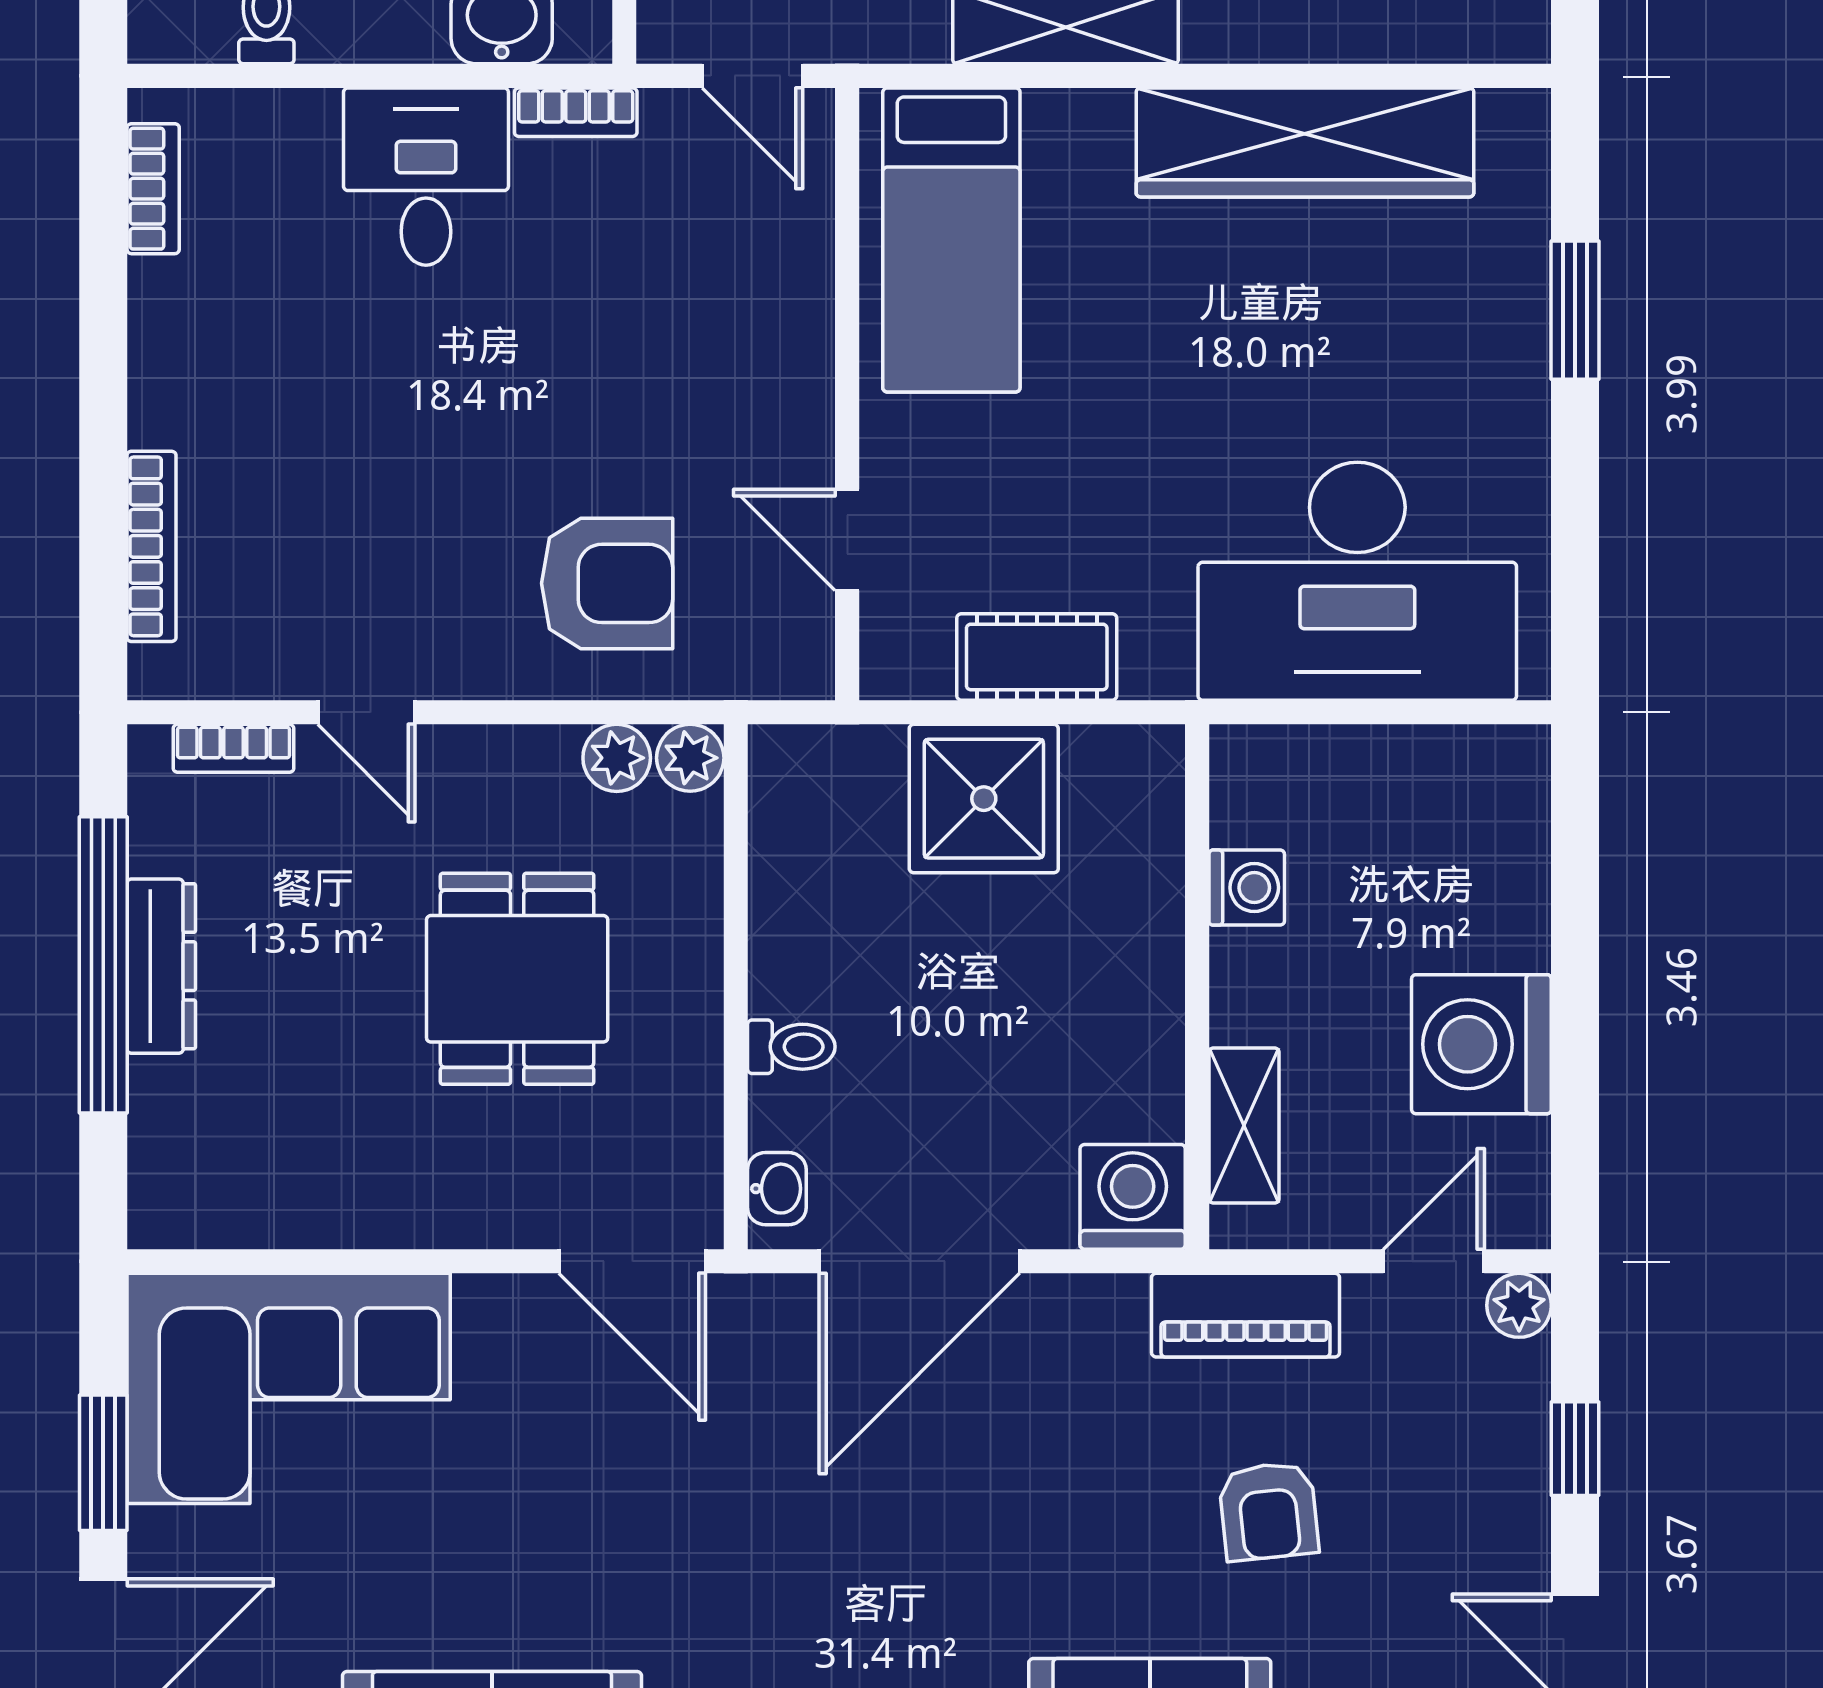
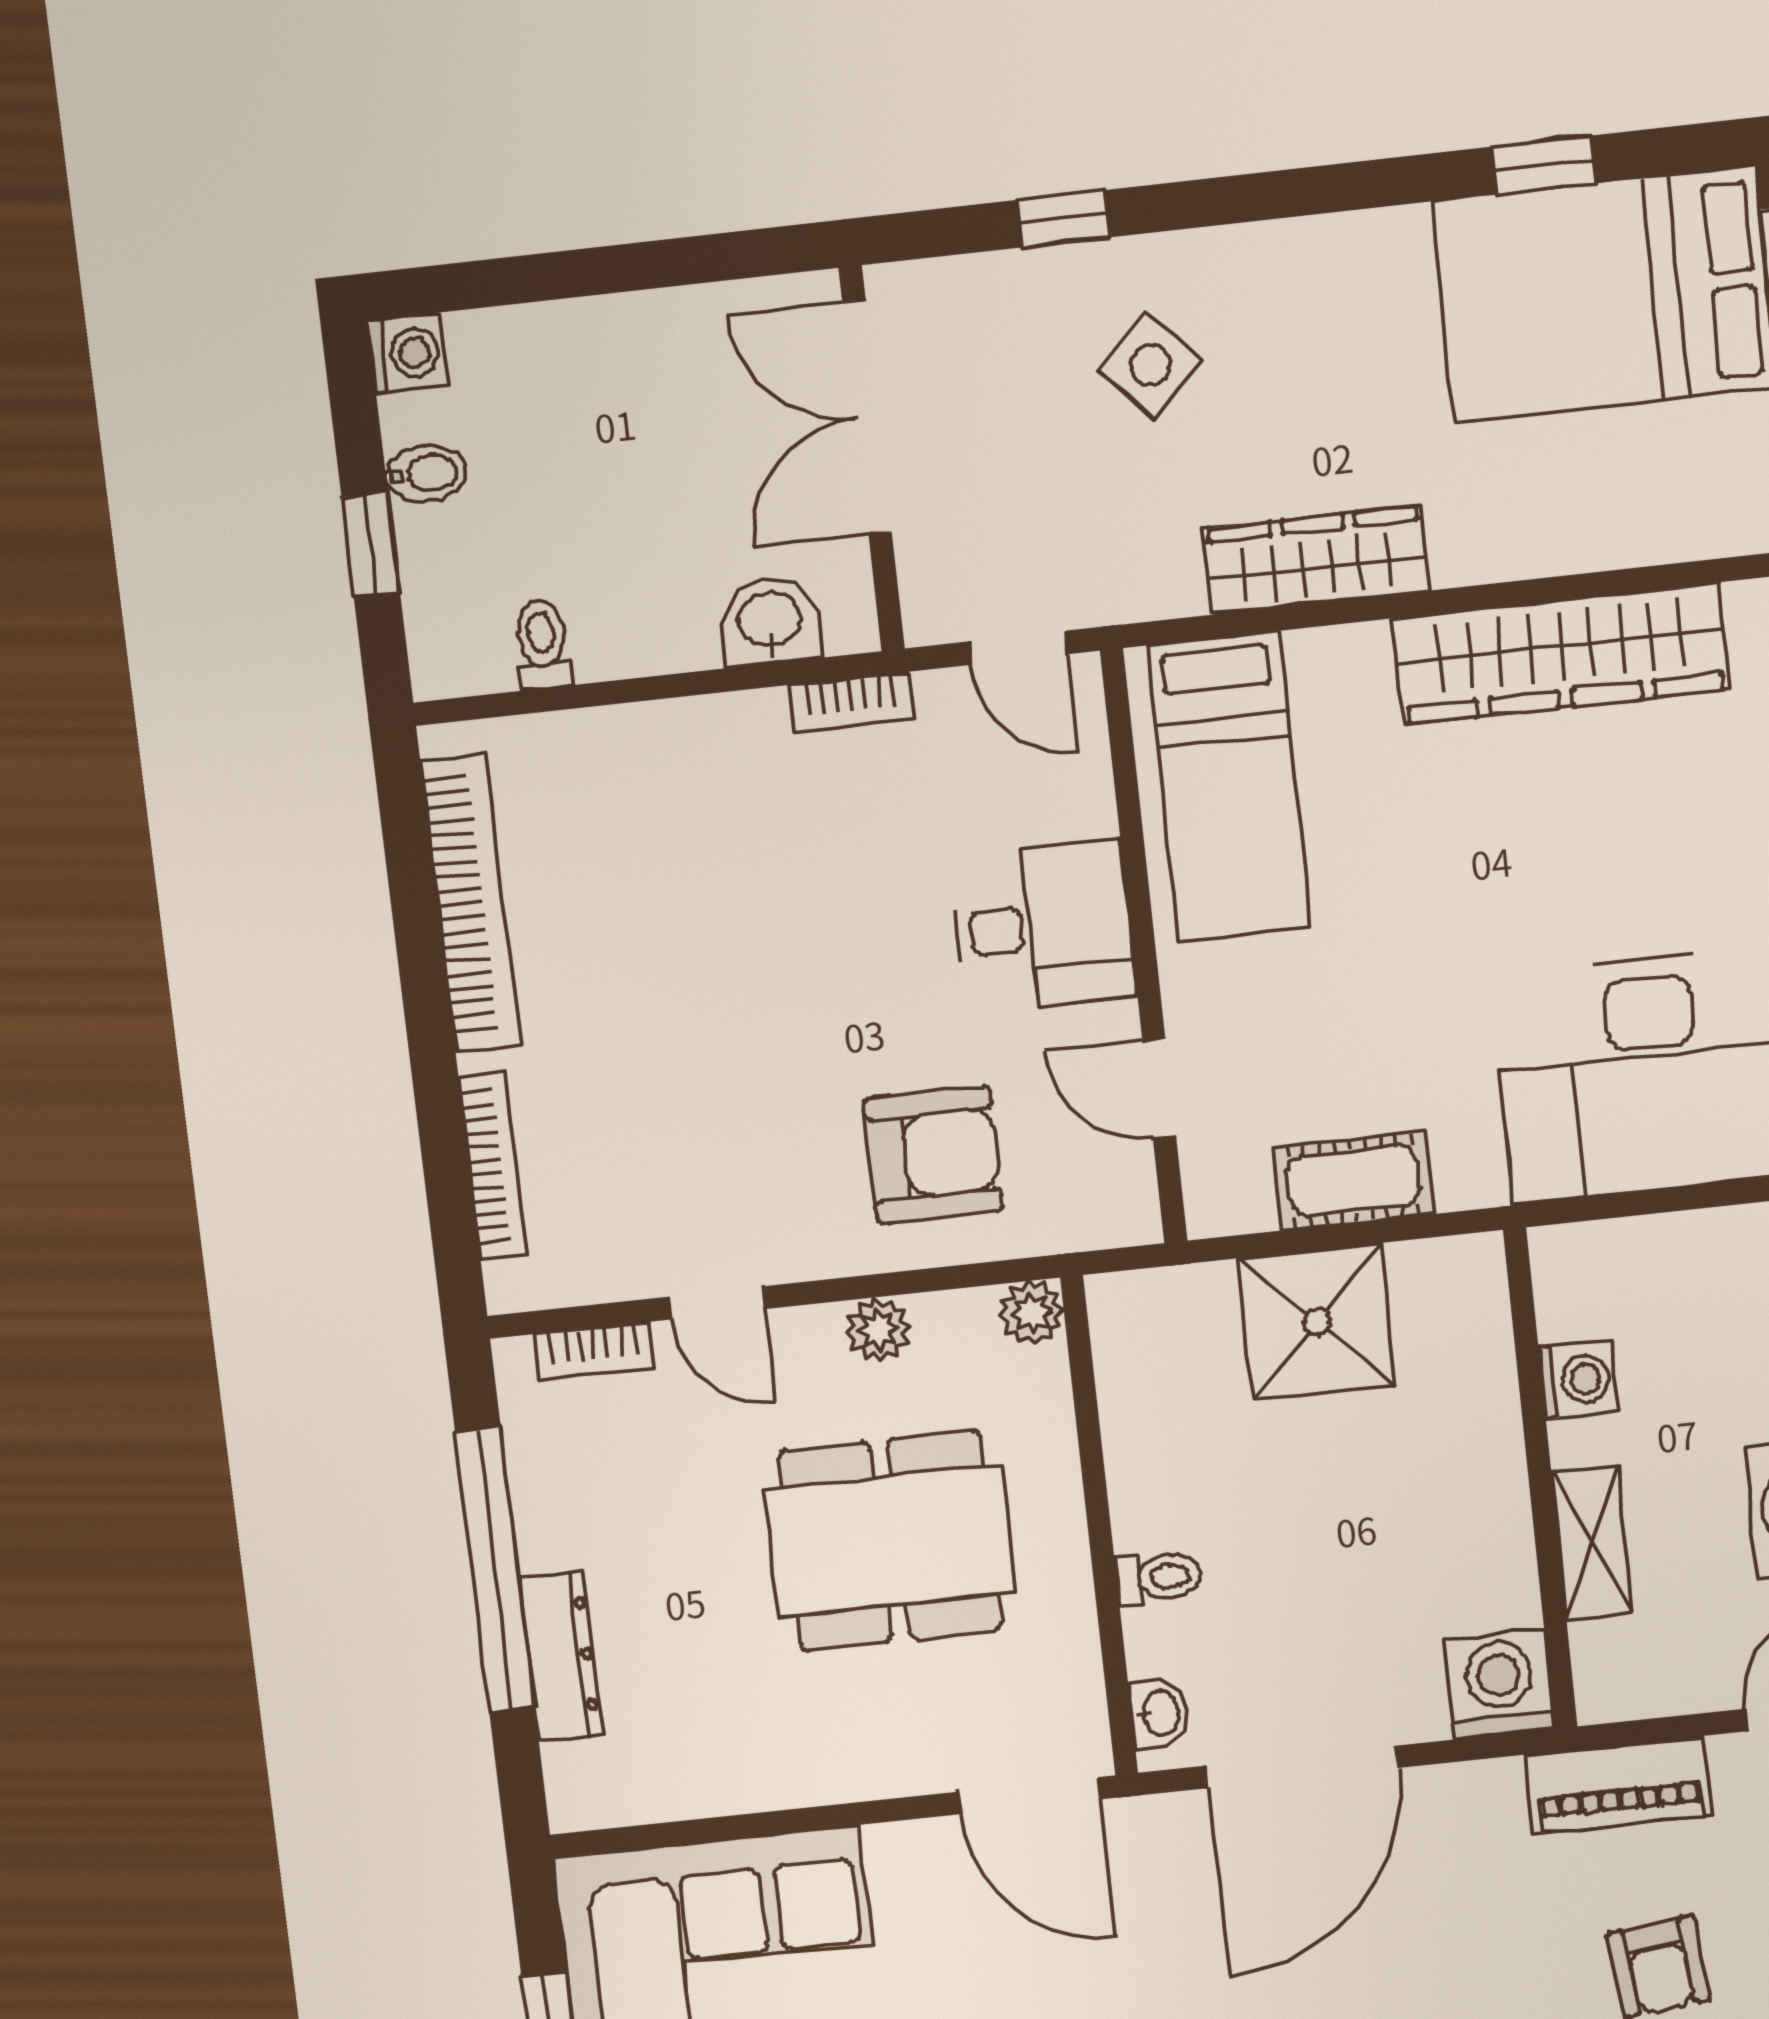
desk: (426, 177) -> (1043, 926), moved, turned 90
bookcase: (153, 189) -> (471, 903), width x2.31, depth x1.31
plant: (617, 758) -> (878, 1330), moved
dresser: (161, 966) -> (561, 1656), moved
dining table: (517, 979) -> (890, 1541), width x1.38
shelving: (1244, 1126) -> (1592, 1543), moved

